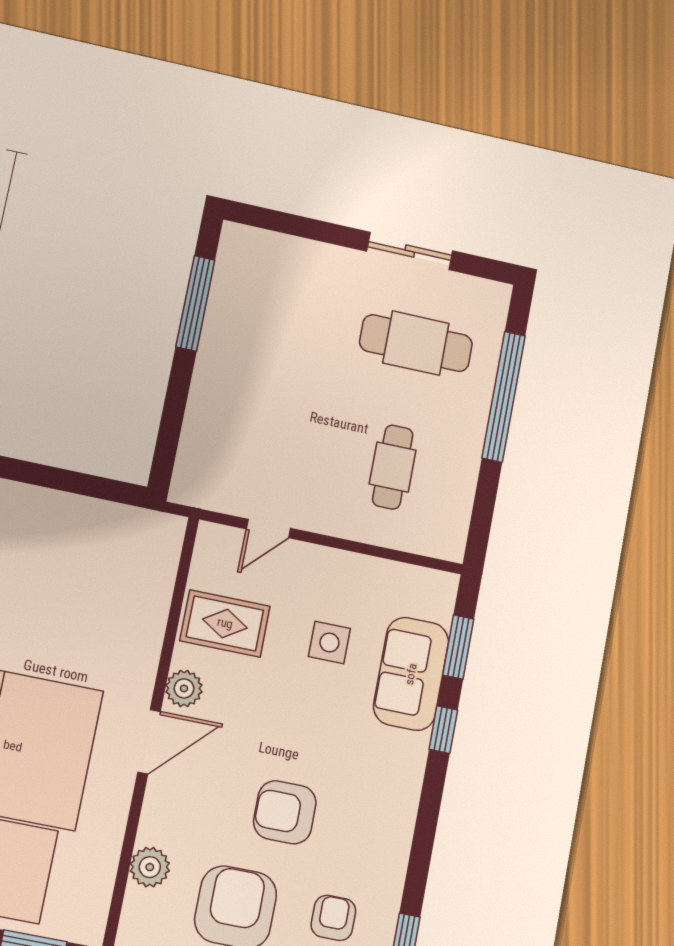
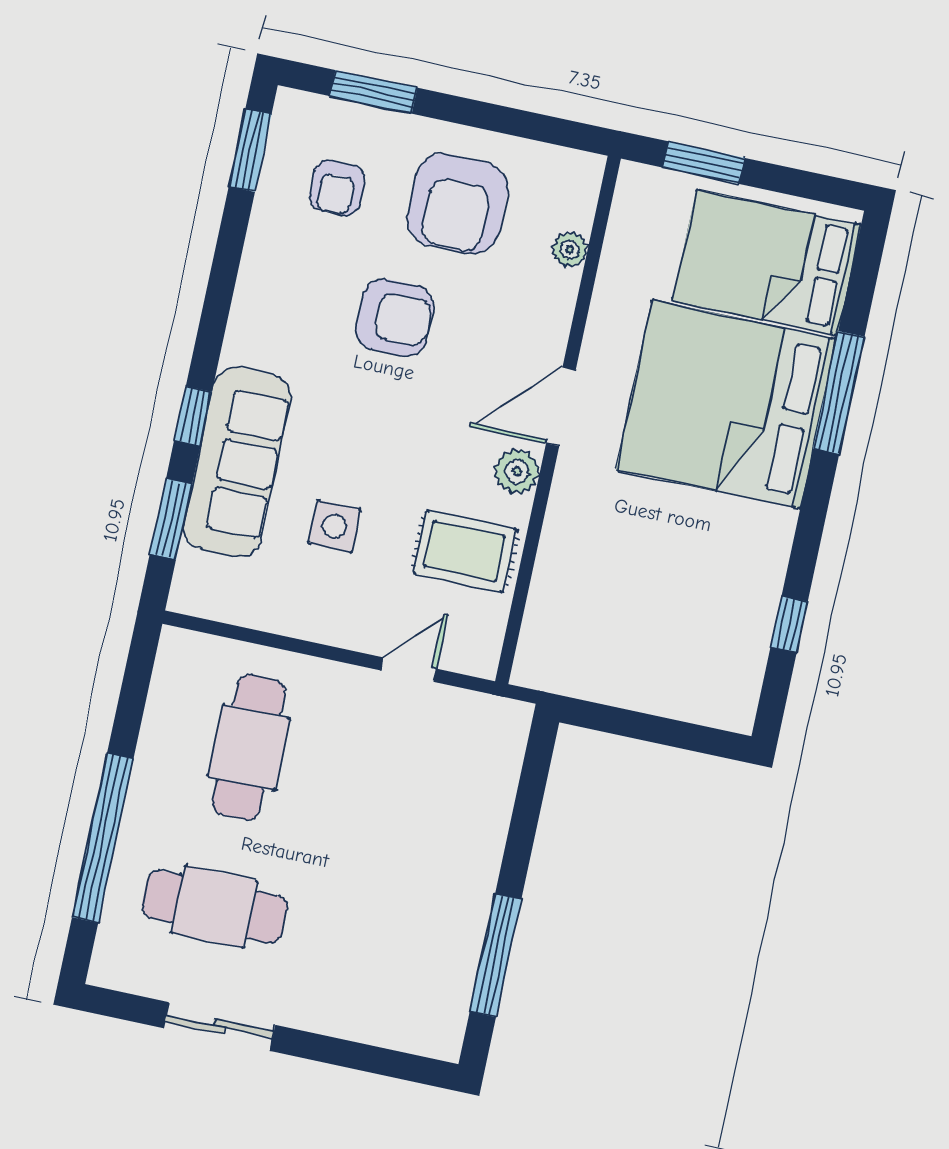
cafe table: (393, 467) -> (249, 747), width x1.37, depth x1.35
sofa: (411, 674) -> (237, 462), width x1.36
plant: (150, 867) -> (570, 250), width x0.73, depth x0.73

